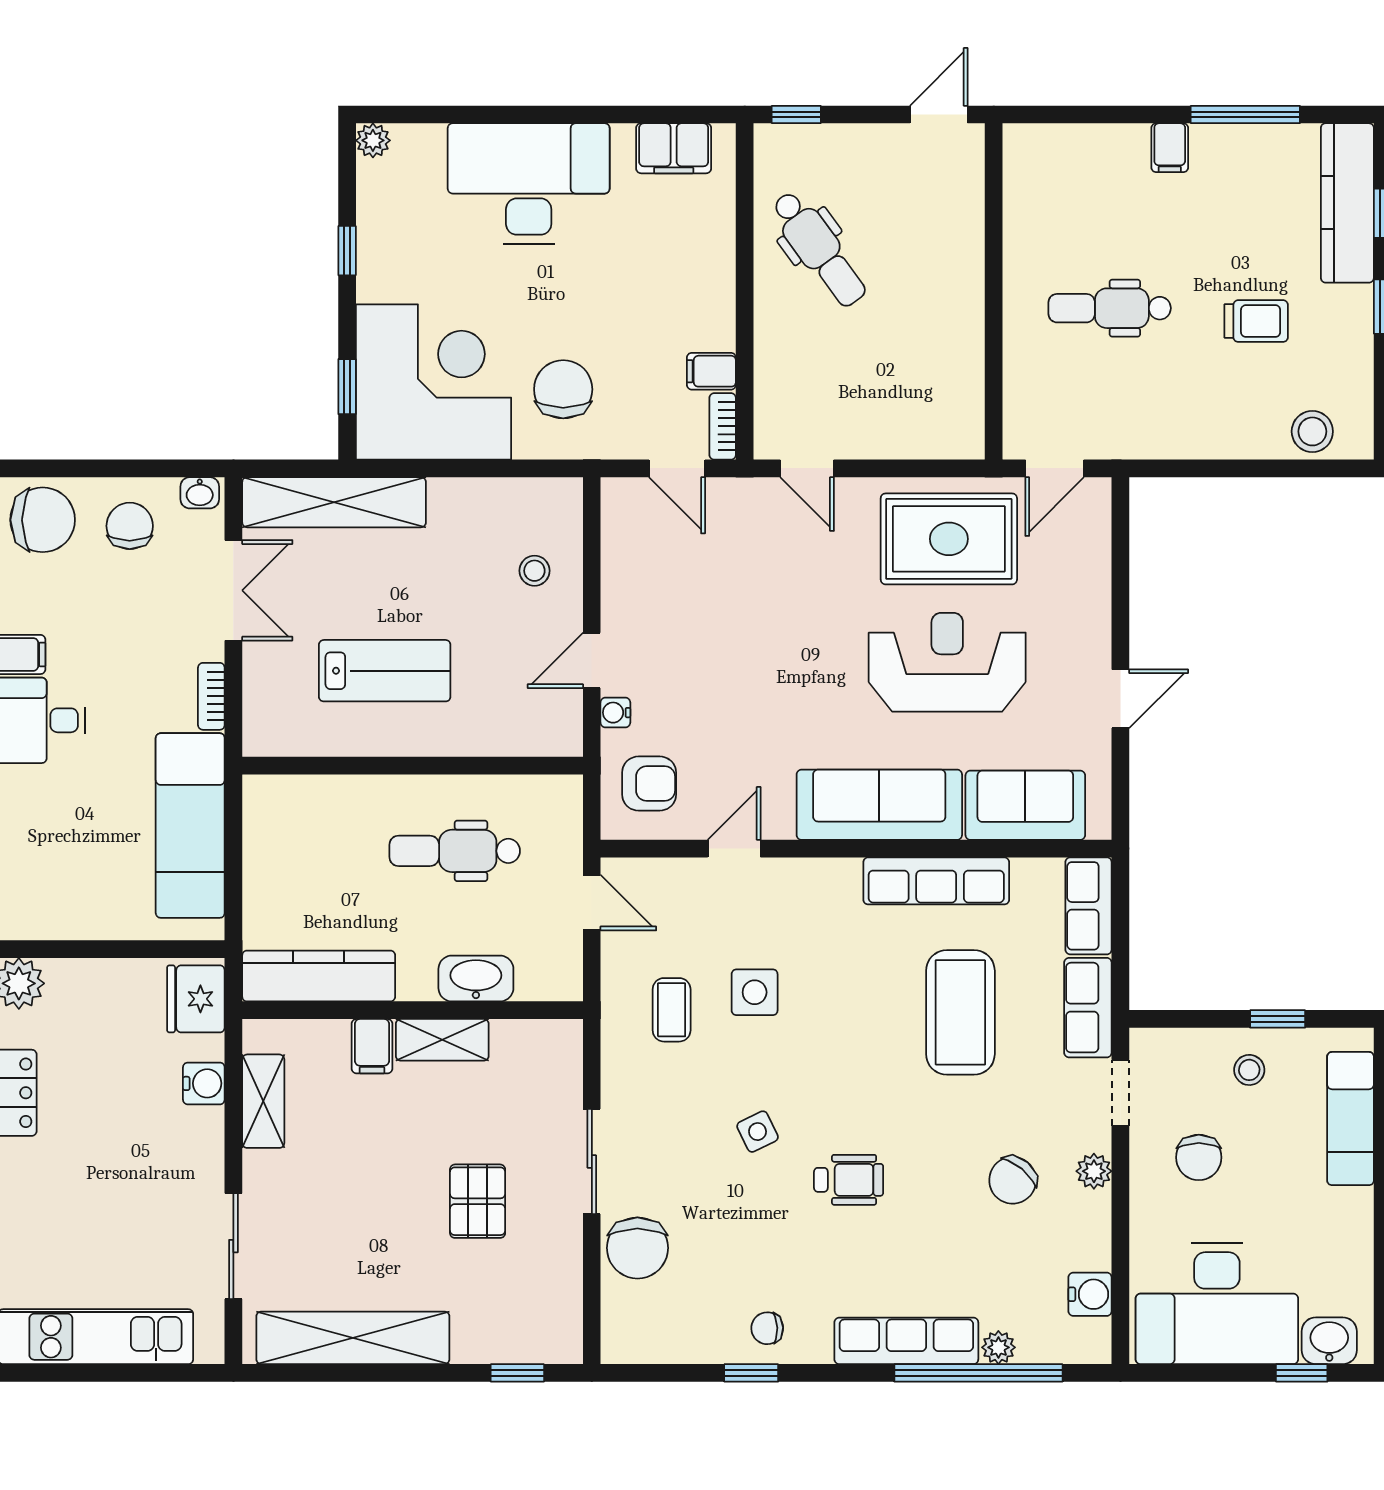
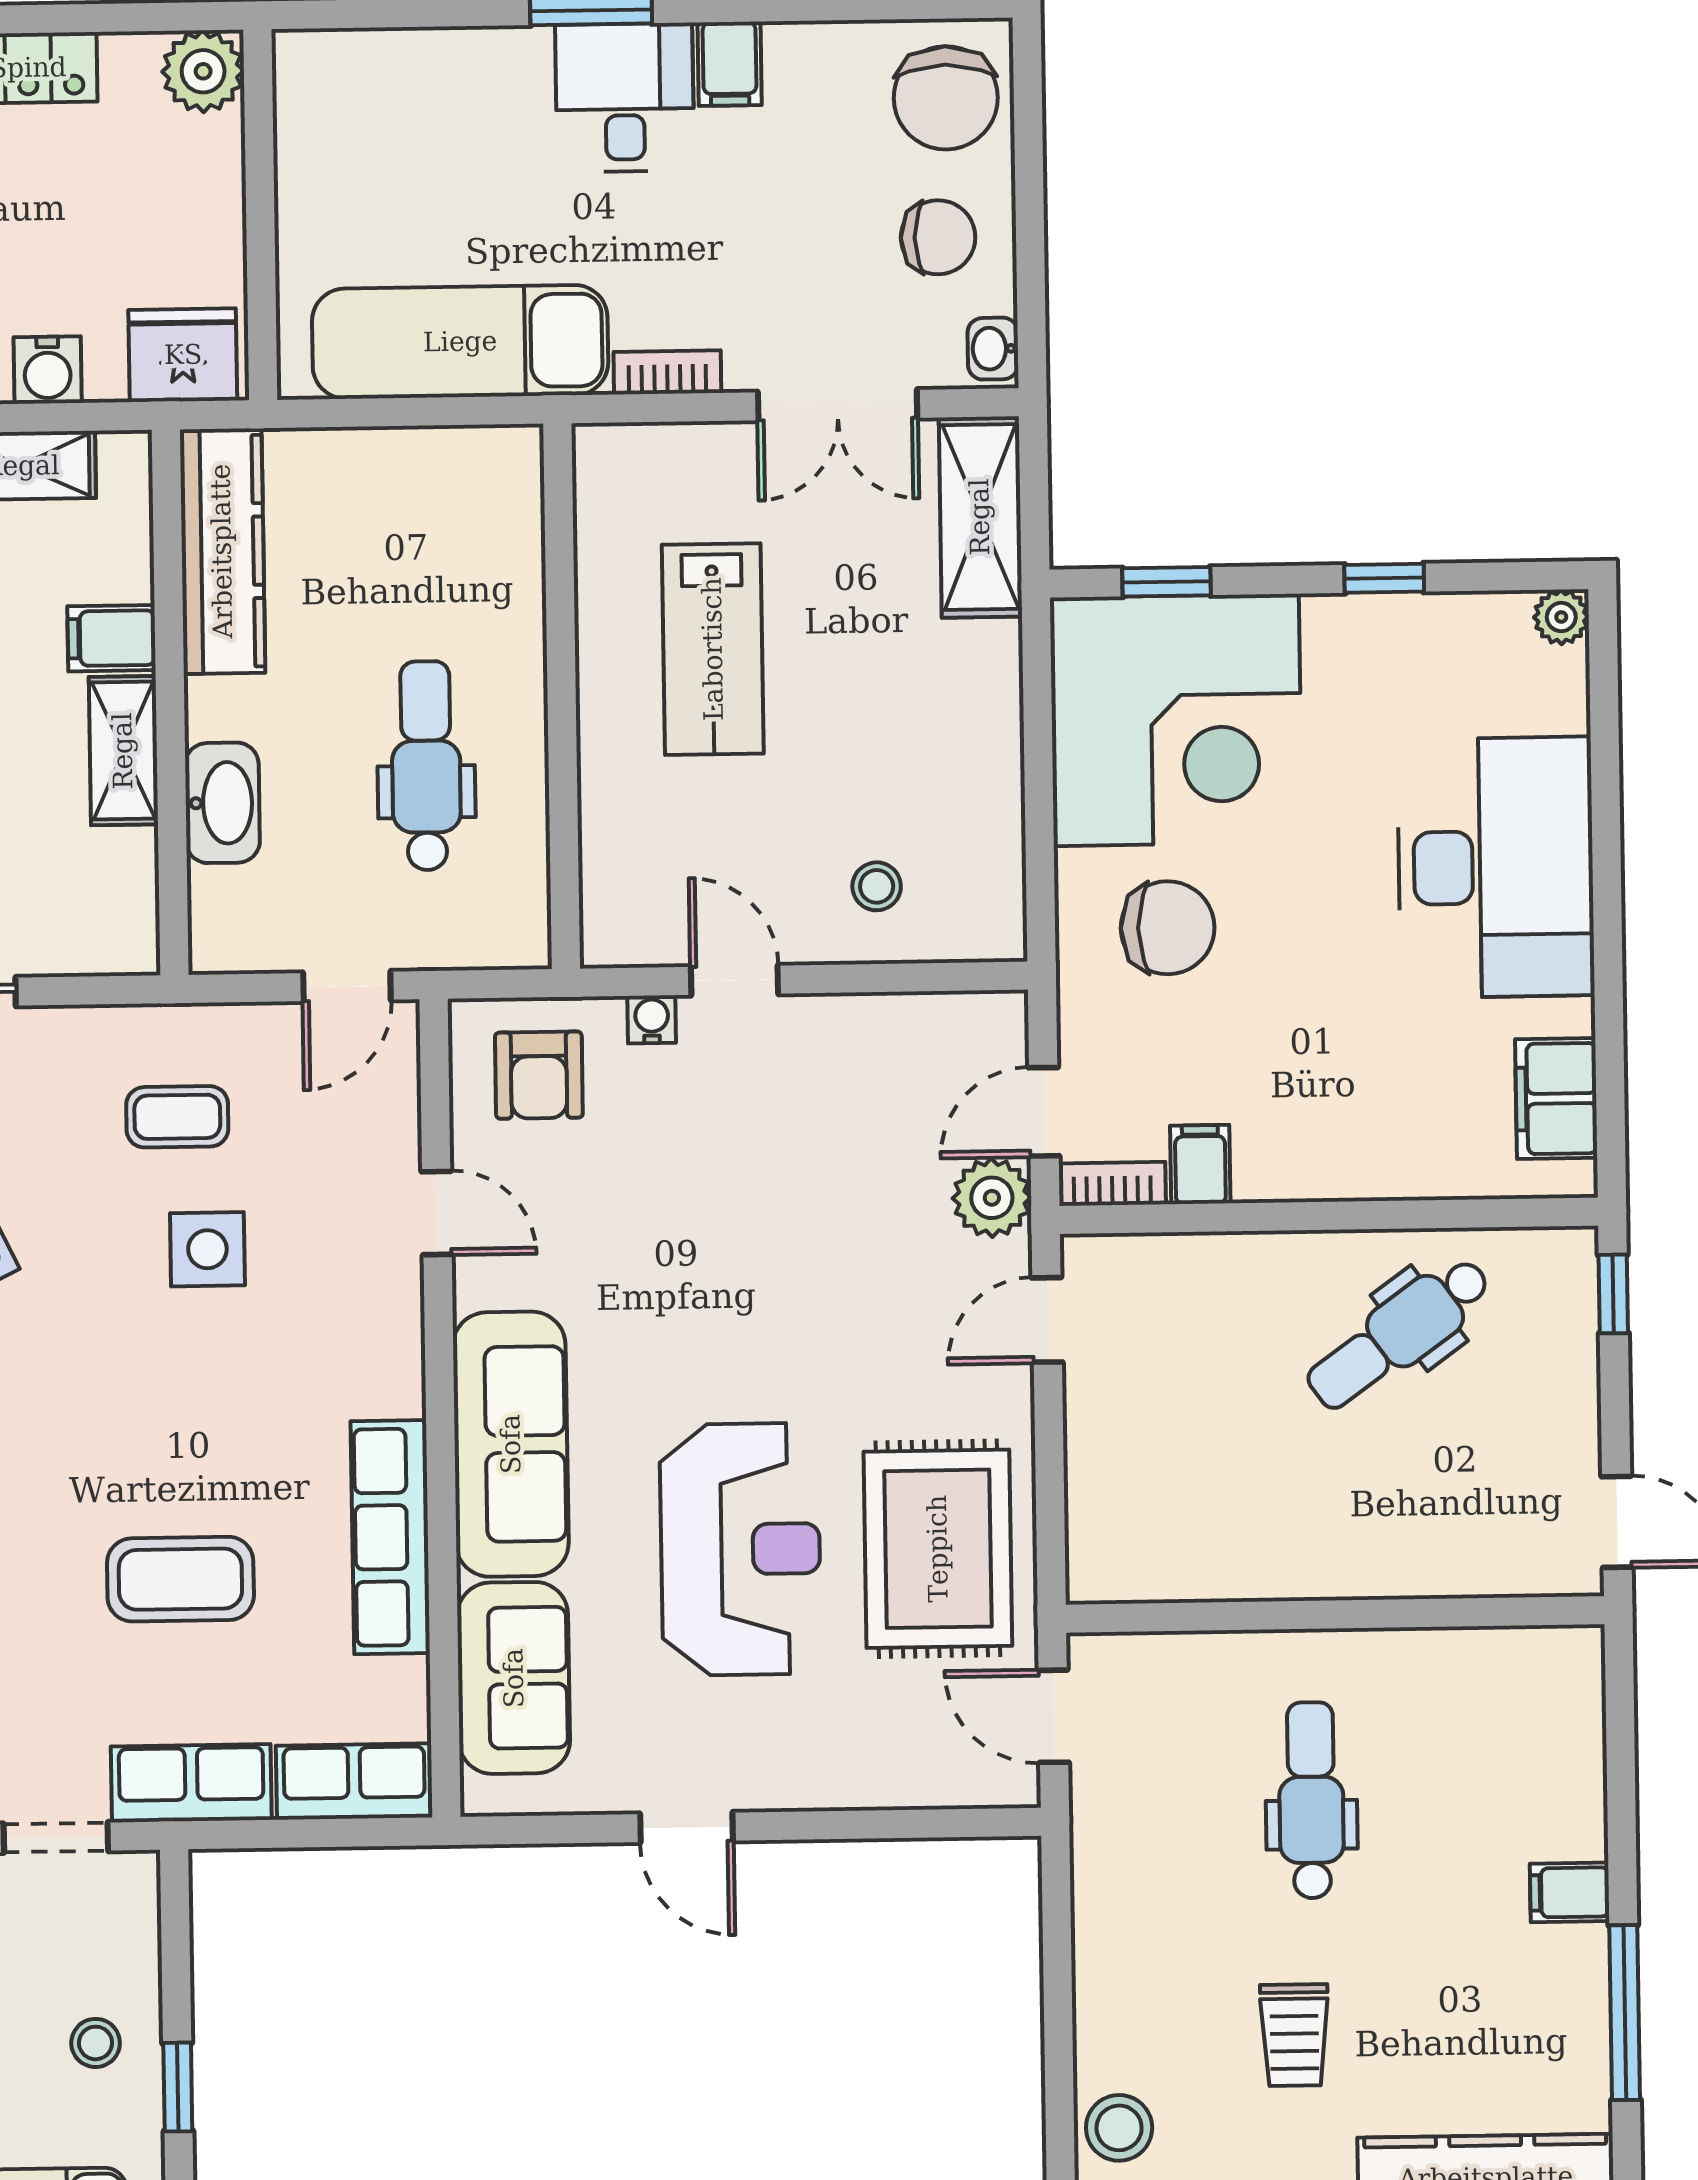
shelving: (334, 502) -> (980, 517), width x0.68
plant: (730, 502) -> (992, 1198), added
coffee table: (960, 1012) -> (180, 1579), width x0.73, depth x0.76

